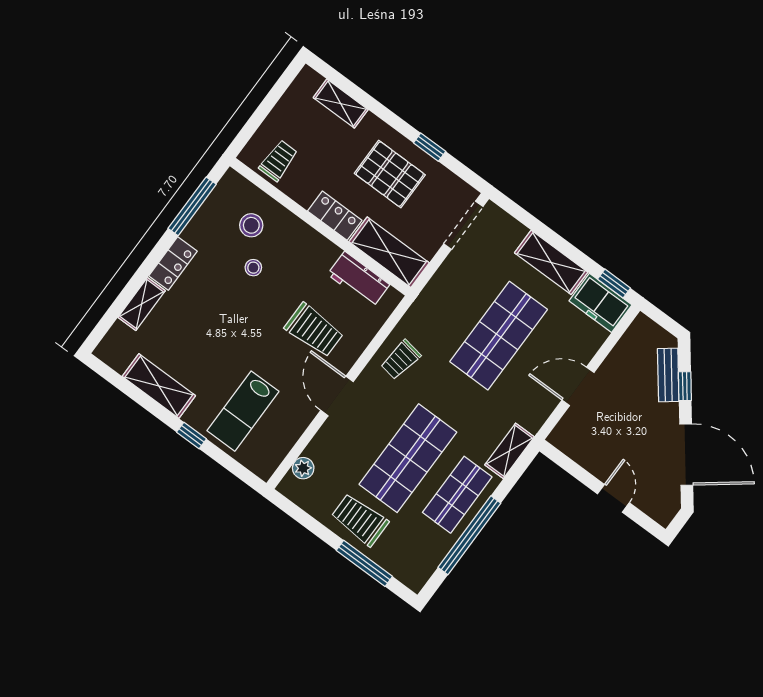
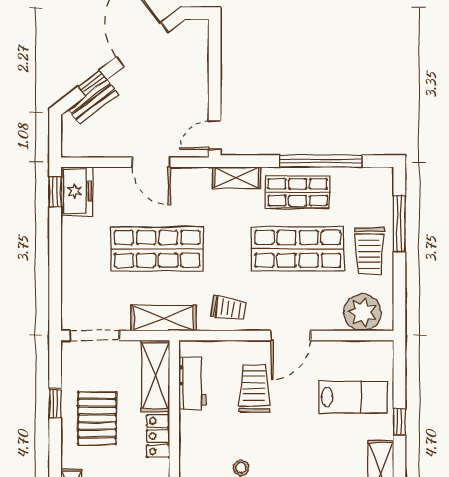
shelving: (551, 262) -> (164, 318), moved, turned 90
plant: (303, 468) -> (362, 312), width x1.88, depth x1.88
door: (613, 498) -> (215, 135), moved

